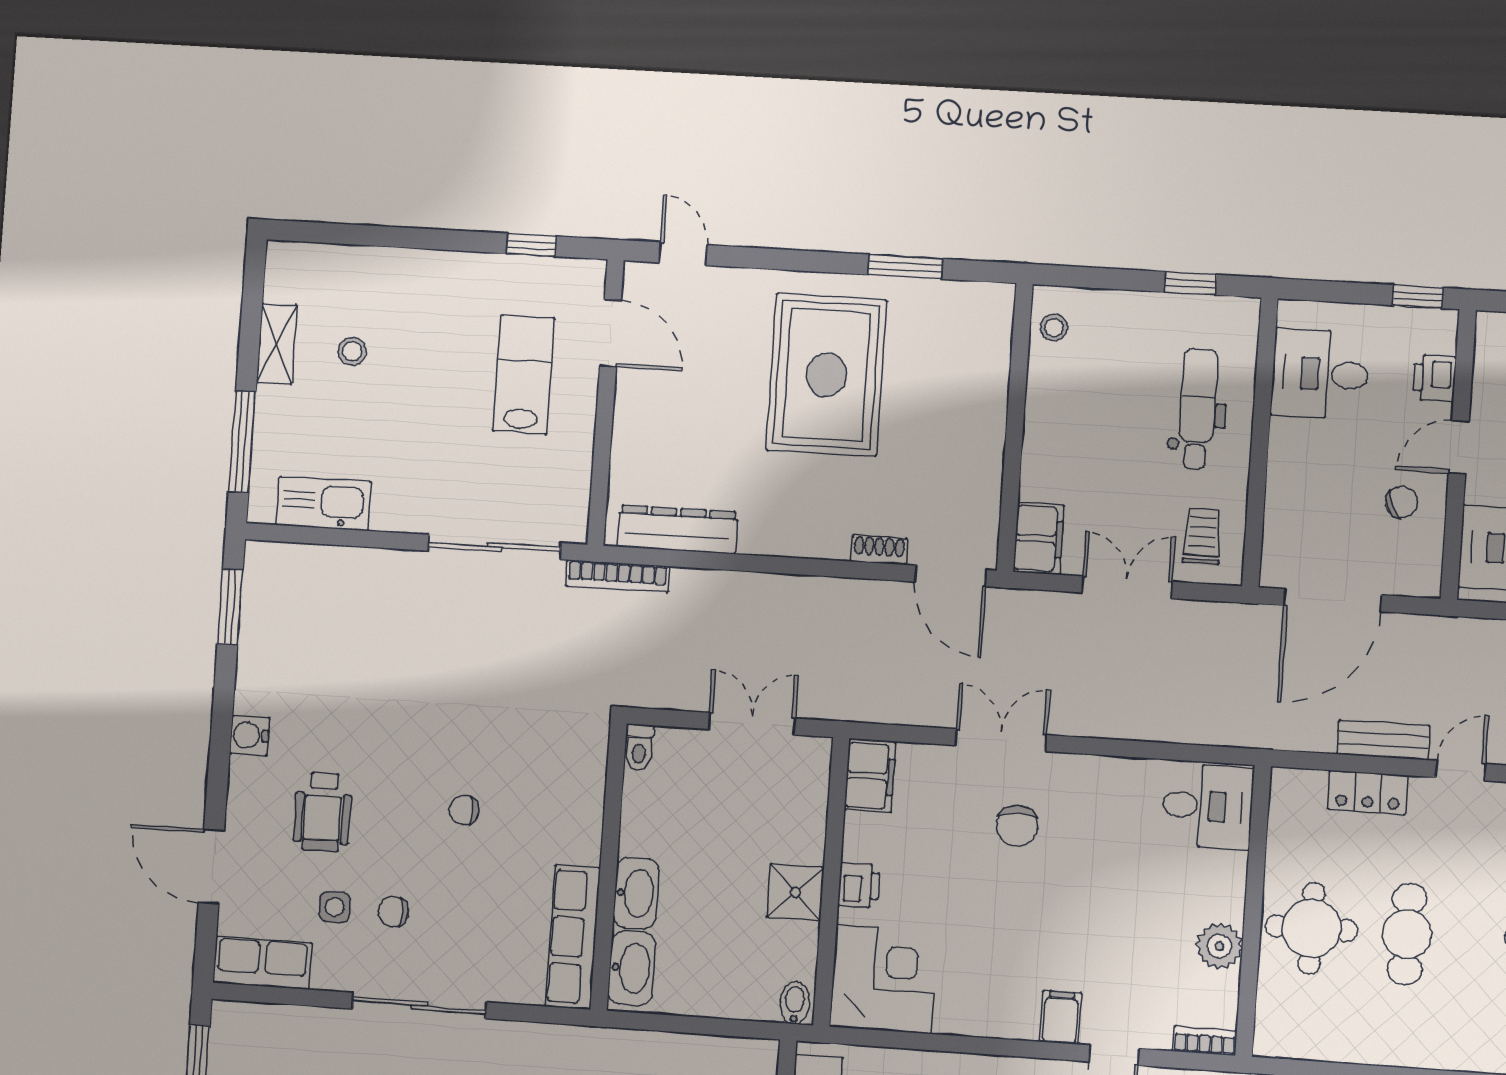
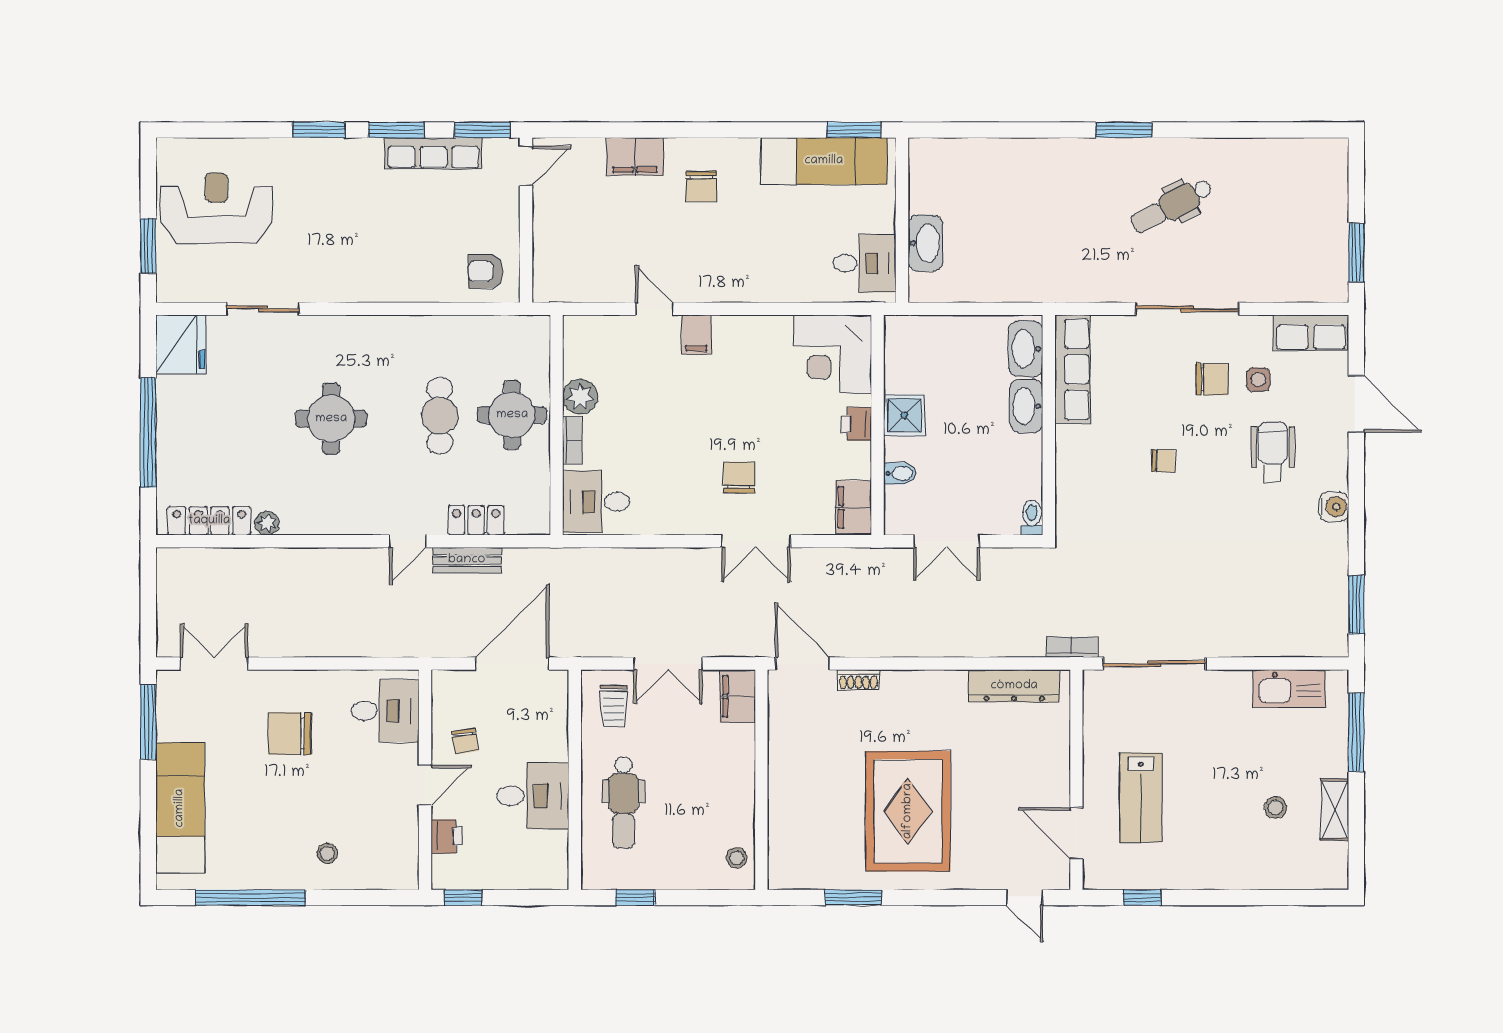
desk: (1320, 374) -> (533, 796), moved
chair: (1402, 502) -> (465, 741), turned -76
bookcase: (618, 576) -> (1072, 647), width x0.64
chair: (393, 912) -> (1212, 379), width x1.37, depth x1.37
bidet: (795, 1003) -> (900, 473), moved, turned -90
bookcase: (1205, 1041) -> (572, 440), moved, turned -90

